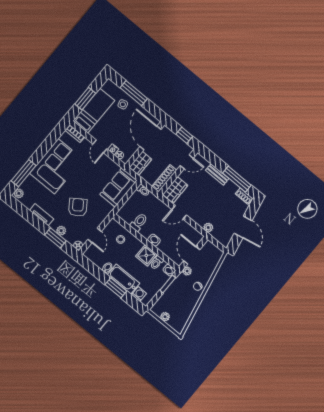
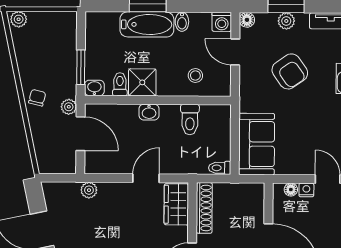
wardrobe: (140, 163) -> (254, 202), removed
washing machine: (139, 294) -> (222, 22), moved
plant: (165, 317) -> (19, 19), moved

